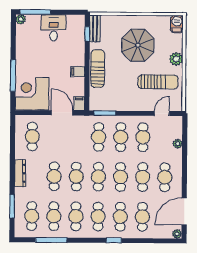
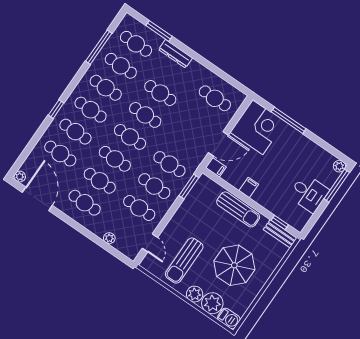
plant: (174, 43) -> (212, 303), added
dresser: (20, 173) -> (176, 54), moved

